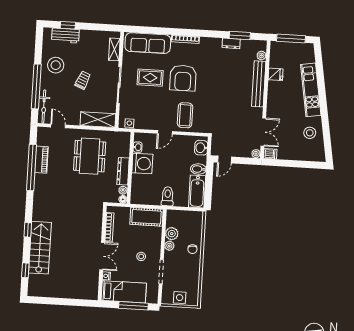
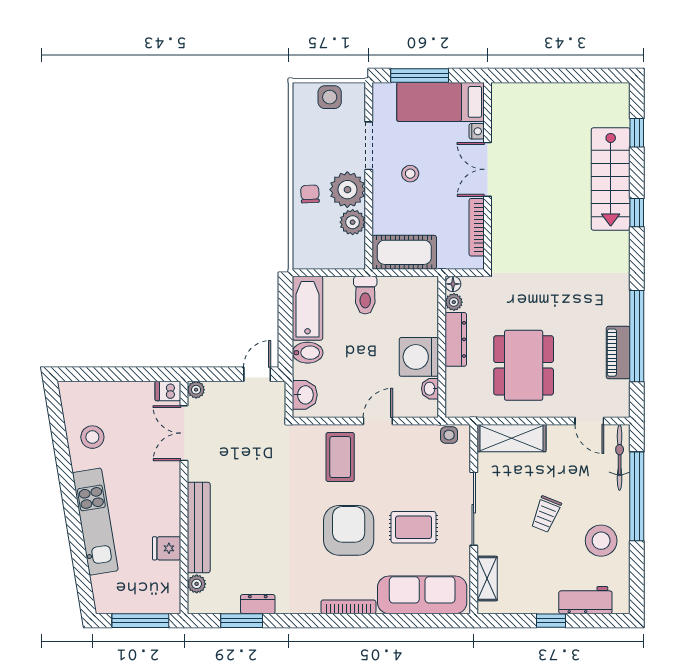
window: (68, 25) -> (551, 621), moved
plant: (169, 246) -> (347, 190), width x1.87, depth x1.87

